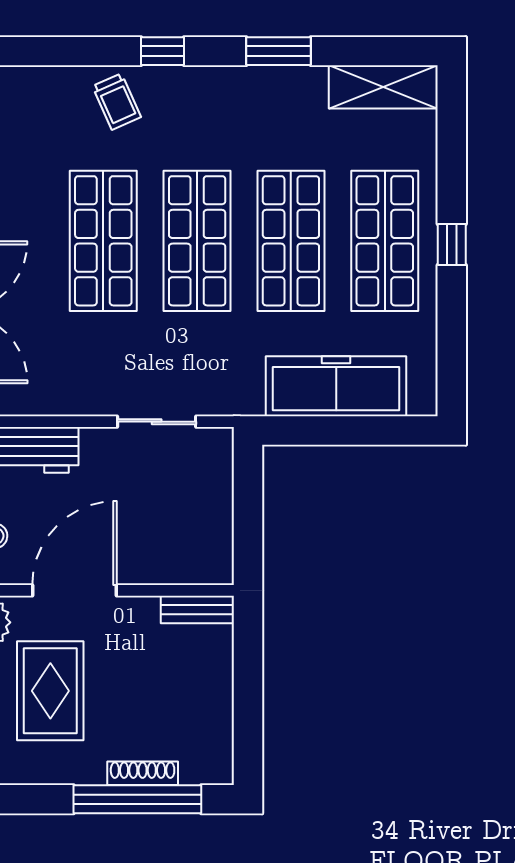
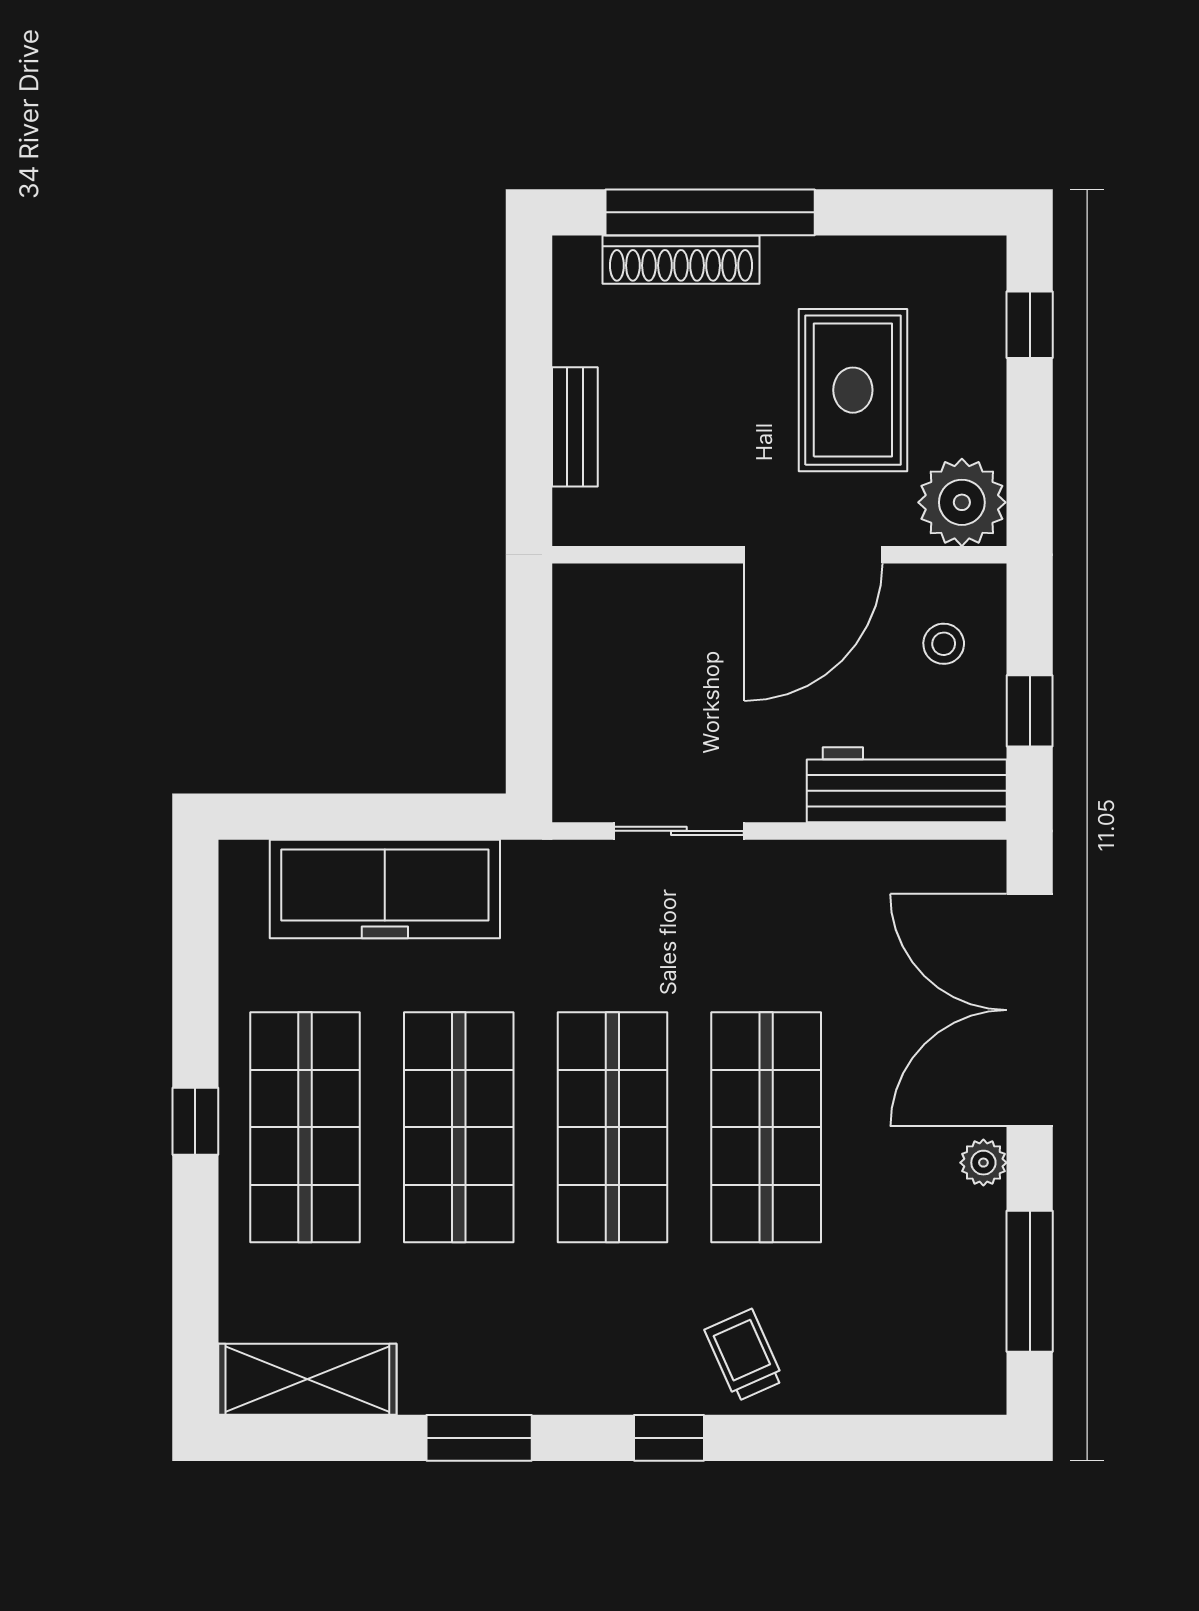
bench: (197, 609) -> (575, 427), moved, turned 90
shoe rack: (143, 773) -> (681, 260), width x1.36, depth x1.24

